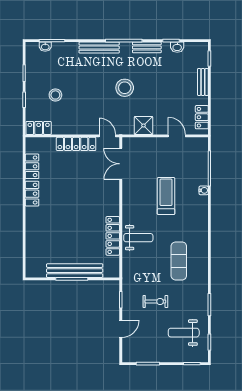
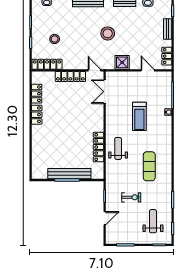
locker: (39, 128) -> (47, 64), width x1.53
treadmill: (166, 196) -> (139, 116), turned 180
weight bench: (138, 238) -> (118, 148), turned -90
weight bench: (184, 333) -> (153, 221), turned 90

